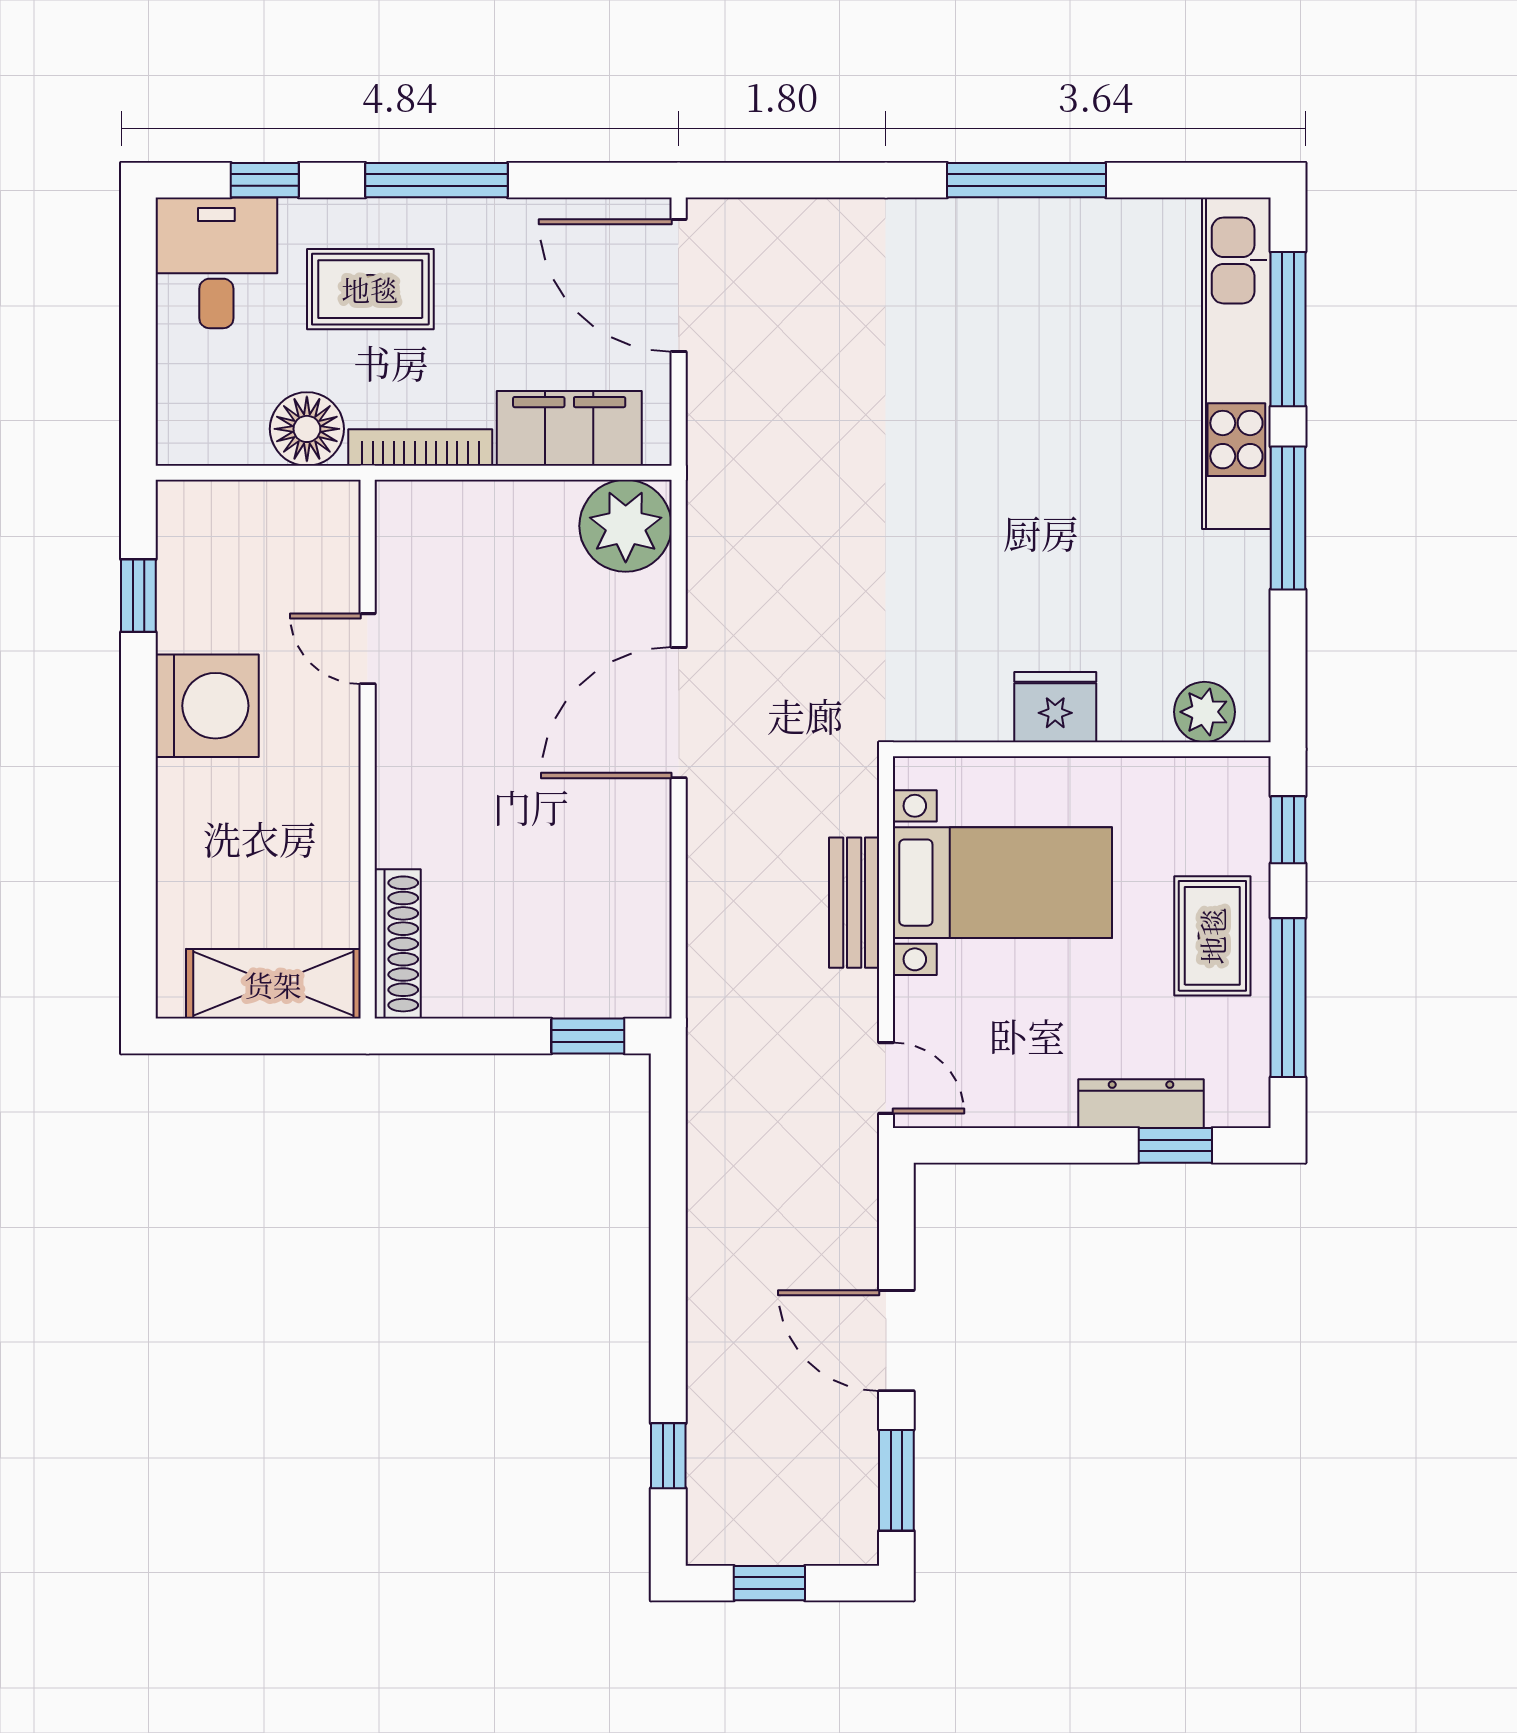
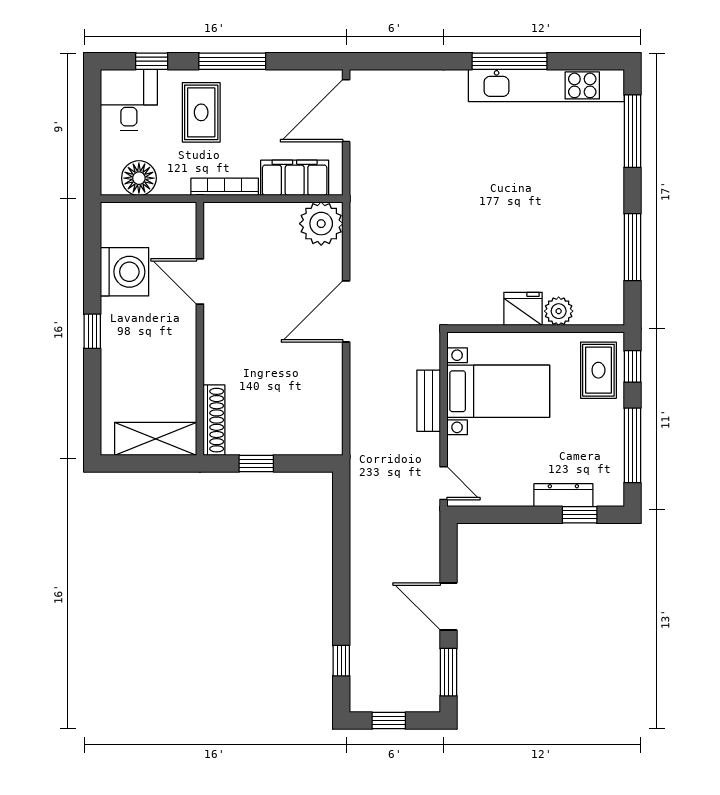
door: (679, 285) -> (346, 111), hinge flipped
rug: (370, 289) -> (201, 112), turned 90
kitchen unit: (1236, 363) -> (546, 85), moved, turned -90
floor lamp: (307, 429) -> (139, 178), moved
window: (1288, 518) -> (632, 247), moved
window: (138, 596) -> (92, 331), moved
door: (368, 649) -> (200, 281), width x1.38
washing machine: (207, 706) -> (124, 272), moved
plant: (1204, 712) -> (559, 311), moved
rug: (1212, 936) -> (598, 370), moved
window: (588, 1036) -> (256, 463), moved

